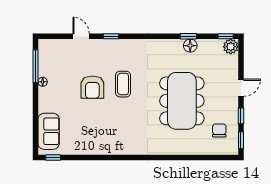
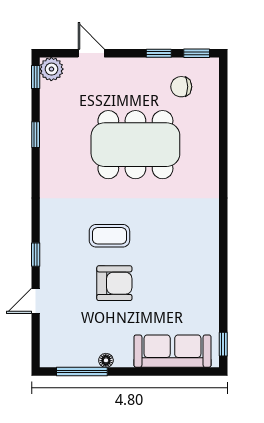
floor lamp: (190, 46) -> (50, 132), removed
door: (241, 88) -> (91, 53), moved
sofa: (49, 131) -> (172, 351), width x1.36

